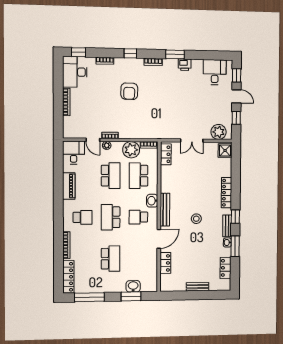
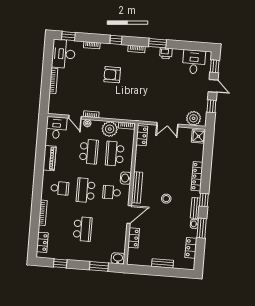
armchair: (129, 91) -> (112, 75), turned 88
locker: (68, 277) -> (42, 242), width x0.66
washbasin: (133, 286) -> (118, 258), moved
window: (89, 297) -> (60, 263), width x0.46

